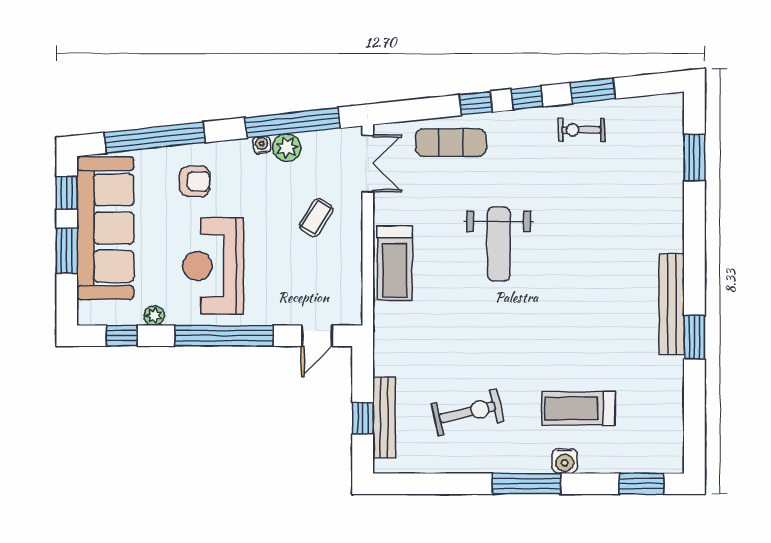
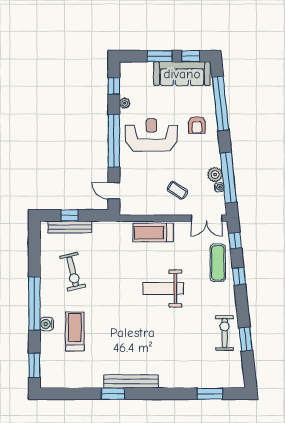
window: (527, 98) -> (235, 241), moved
exercise bike: (581, 130) -> (225, 333), width x1.38, depth x1.39
water cooler: (262, 145) -> (219, 187), moved
sofa: (105, 228) -> (182, 74), width x0.74, depth x0.79
window: (527, 484) -> (34, 304), width x1.46

